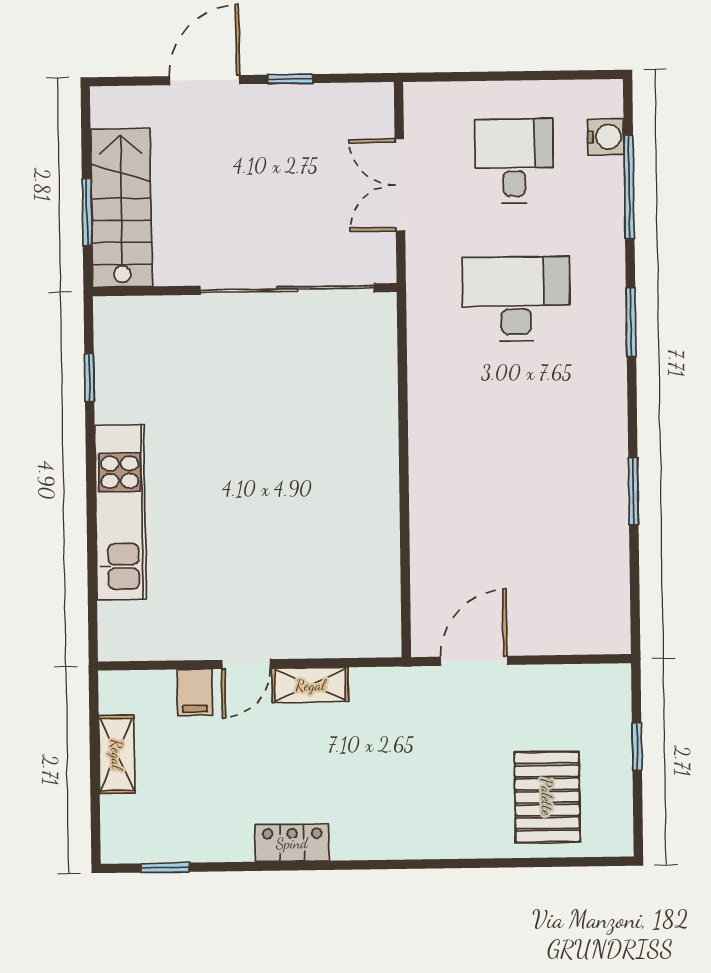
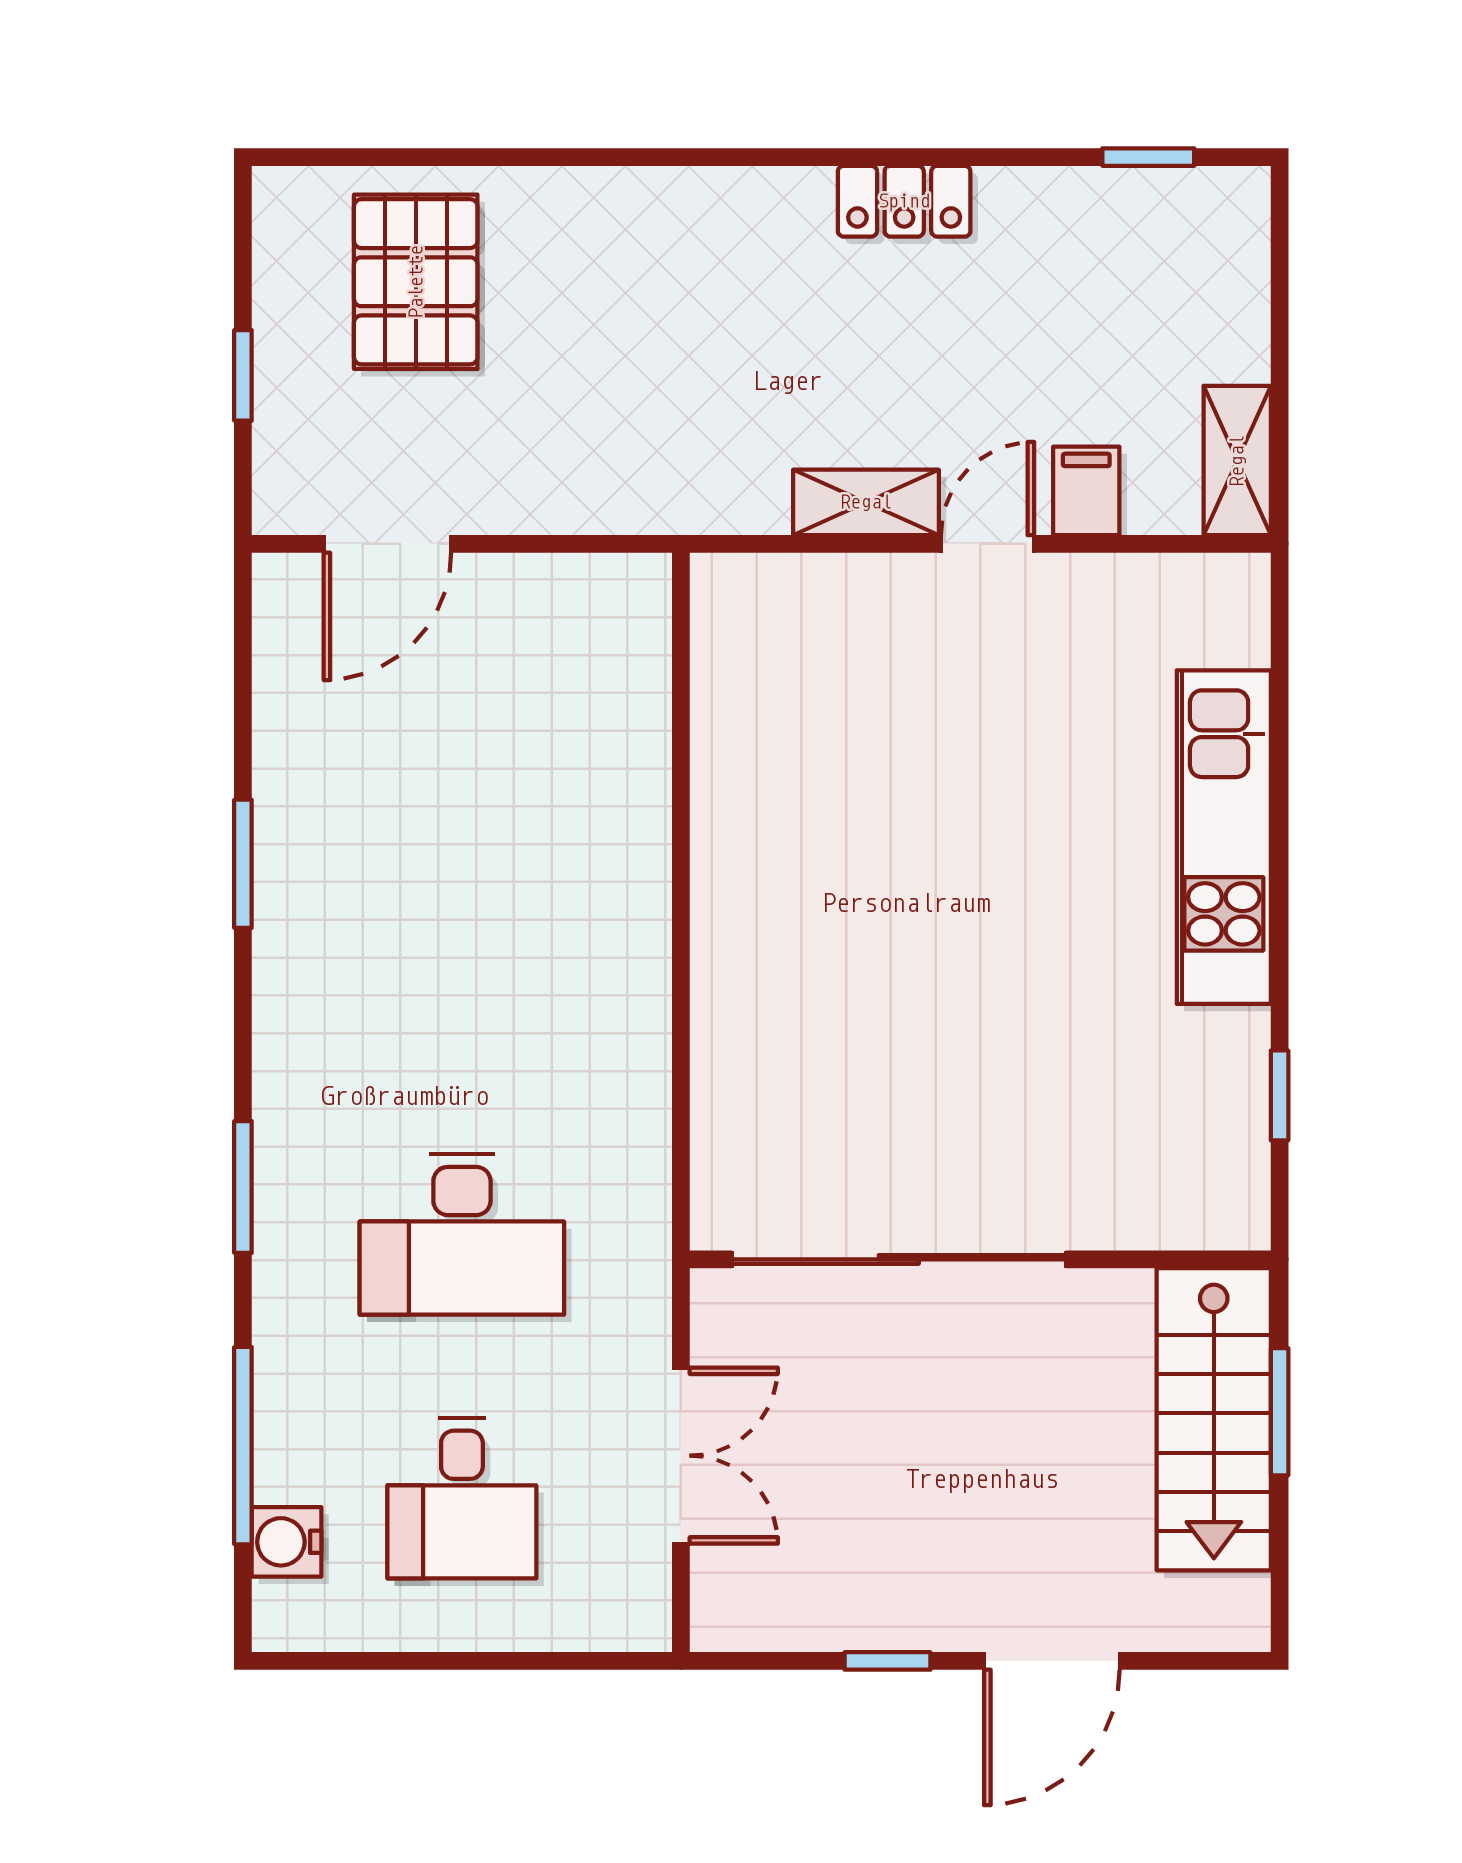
door: (474, 661) -> (387, 544), moved
shelving: (117, 754) -> (1237, 461), moved

